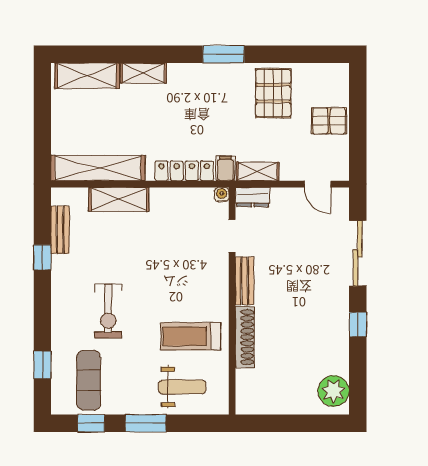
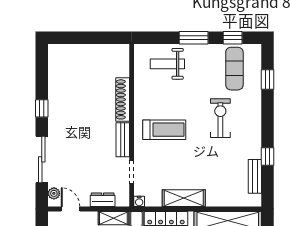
dresser: (253, 197) -> (103, 200), moved
shelving: (119, 199) -> (184, 198), moved
treadmill: (191, 336) -> (164, 130), moved
plant: (334, 391) -> (54, 193), moved, width x0.53, depth x0.53

